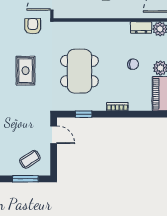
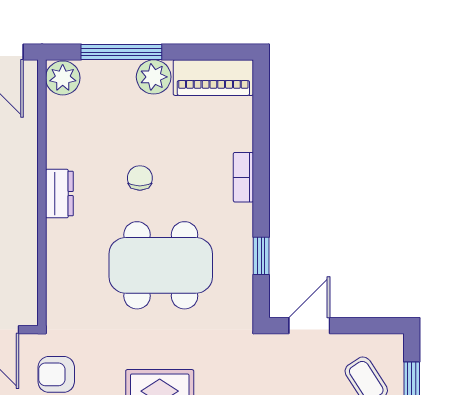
dresser: (141, 28) -> (59, 194), moved
chair: (133, 64) -> (140, 178), moved

